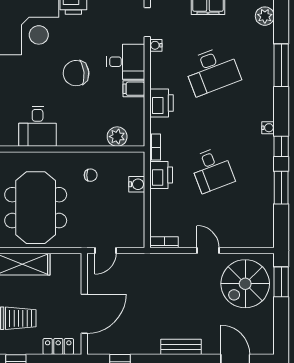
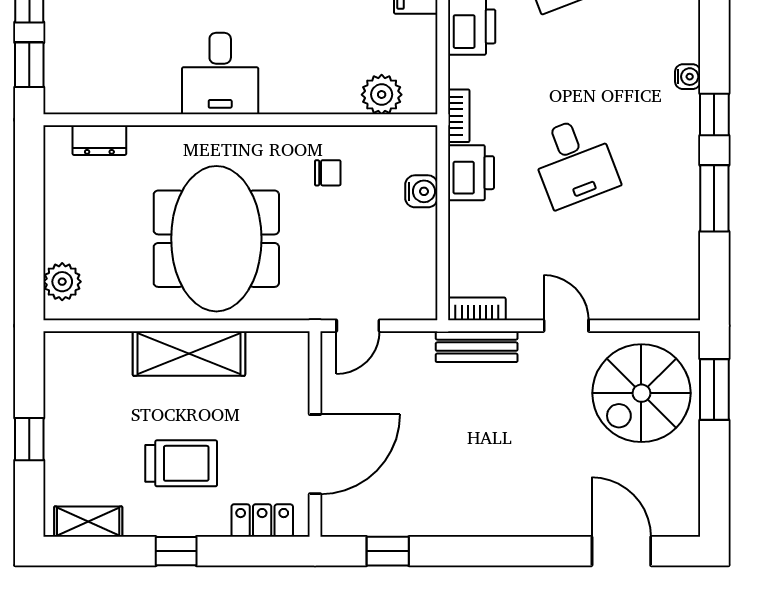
bench: (181, 347) -> (477, 347), moved

